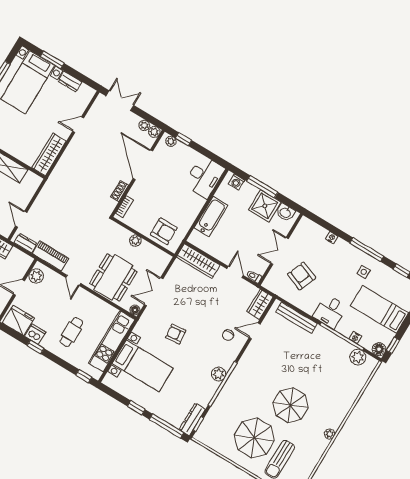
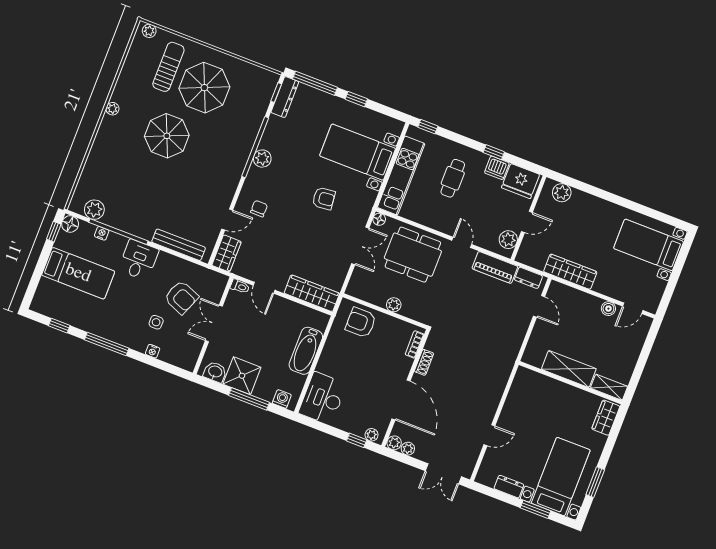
wardrobe: (49, 154) -> (519, 392), removed
double door: (280, 251) -> (214, 323), swing flipped
side table: (364, 272) -> (156, 322), moved
dining table: (113, 277) -> (413, 255), turned 90

